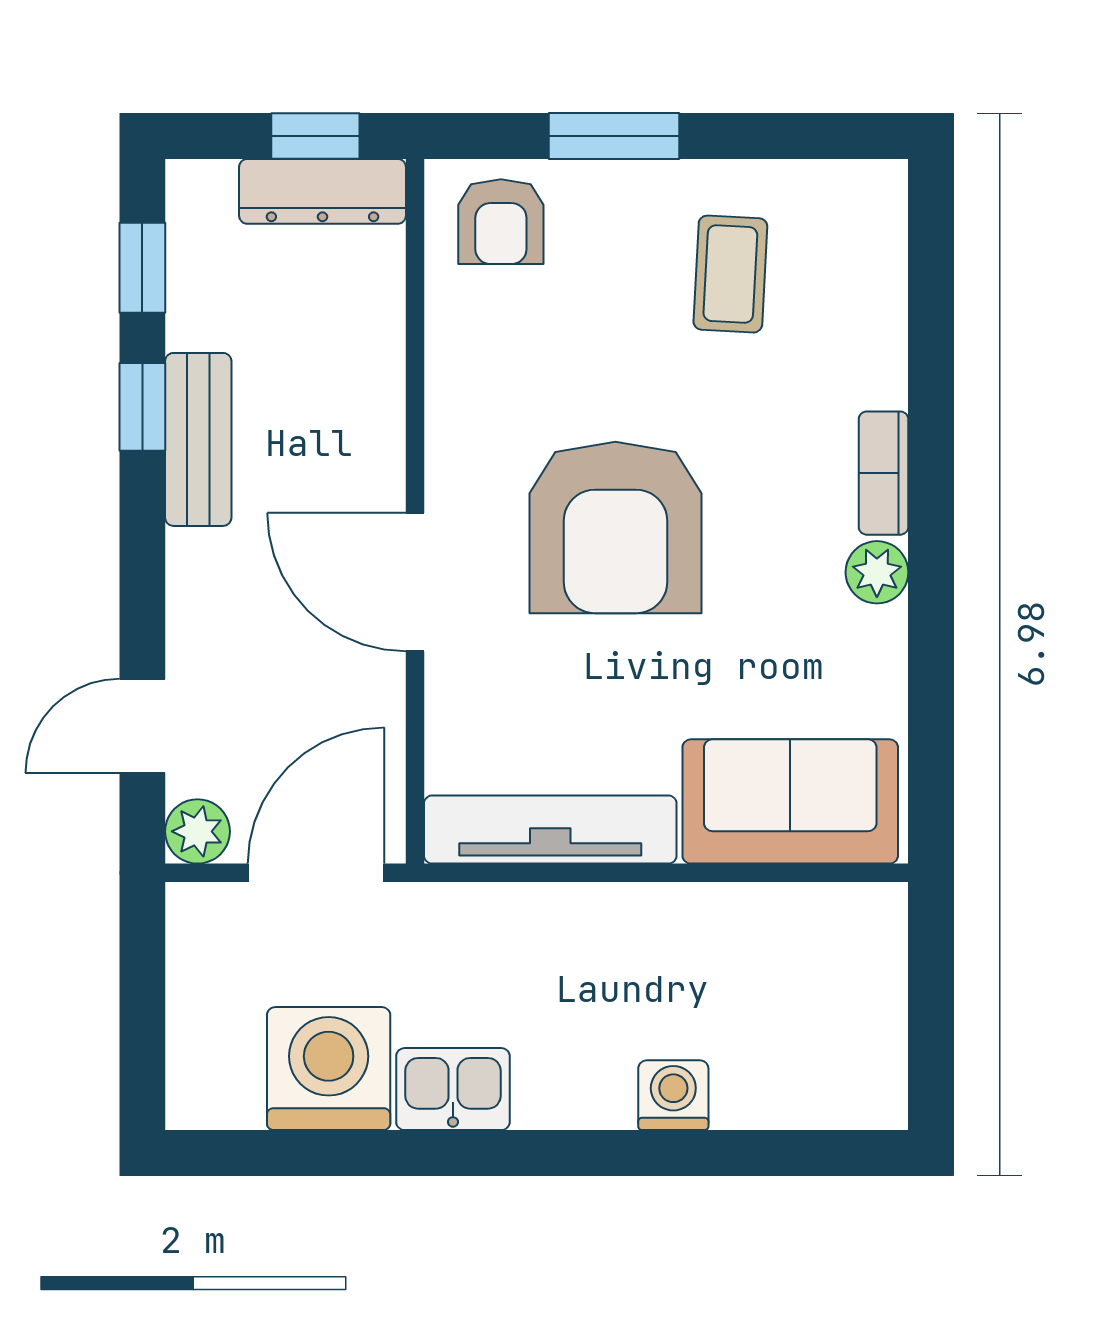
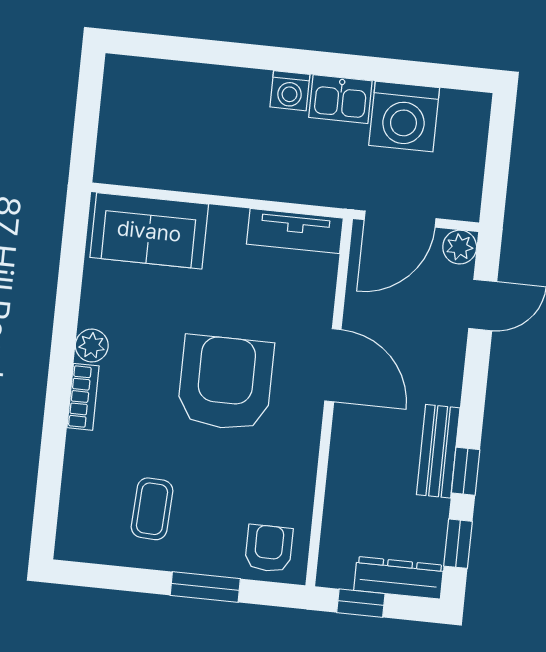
dresser: (322, 191) -> (399, 578), moved
tv unit: (550, 830) -> (295, 231), width x0.71
washing machine: (673, 1095) -> (290, 91), moved

